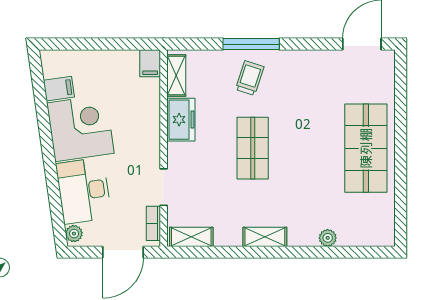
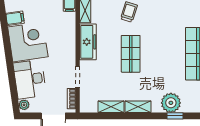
freezer: (181, 120) -> (88, 42), width x1.40
shelving: (191, 237) -> (111, 107), moved
plant: (328, 238) -> (171, 103), width x1.87, depth x1.87
window: (327, 252) -> (175, 116), added

